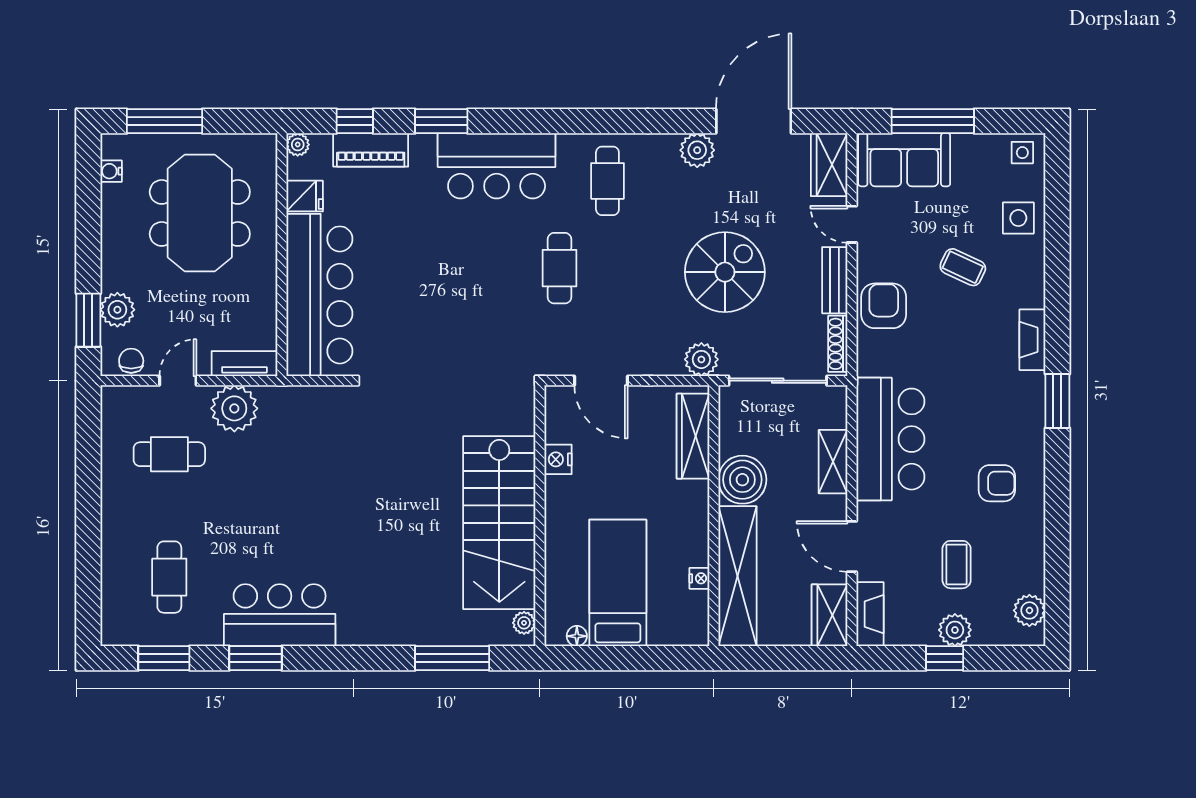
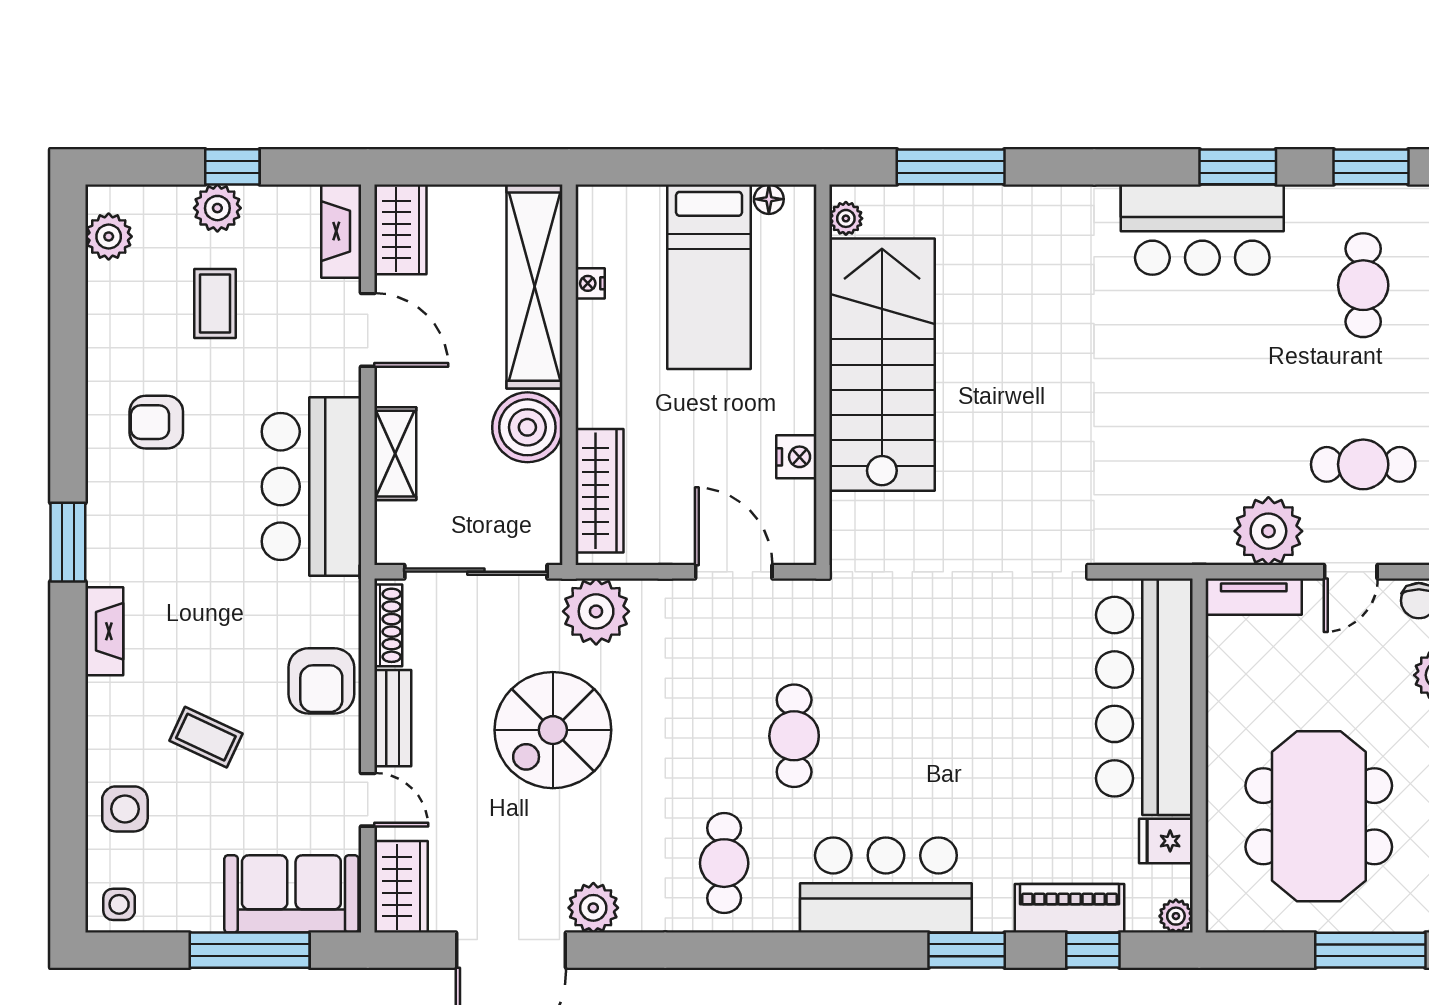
plant: (701, 359) -> (596, 611), width x1.36, depth x1.36

